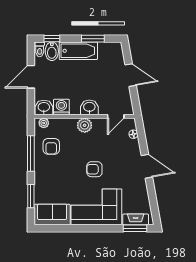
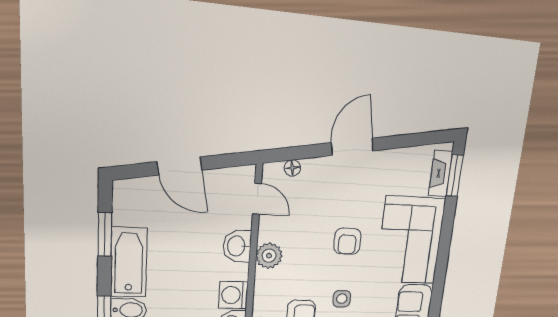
door: (131, 75) -> (180, 166), swing flipped
side table: (60, 170) -> (342, 299), added

